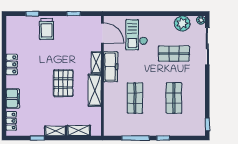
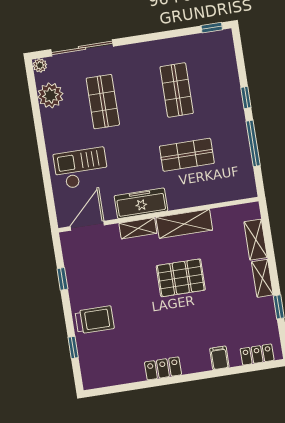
checkout: (137, 35) -> (81, 168), turned 180
filing cabinet: (13, 98) -> (219, 358), width x0.50
shop shelf: (174, 98) -> (177, 90), turned 90

